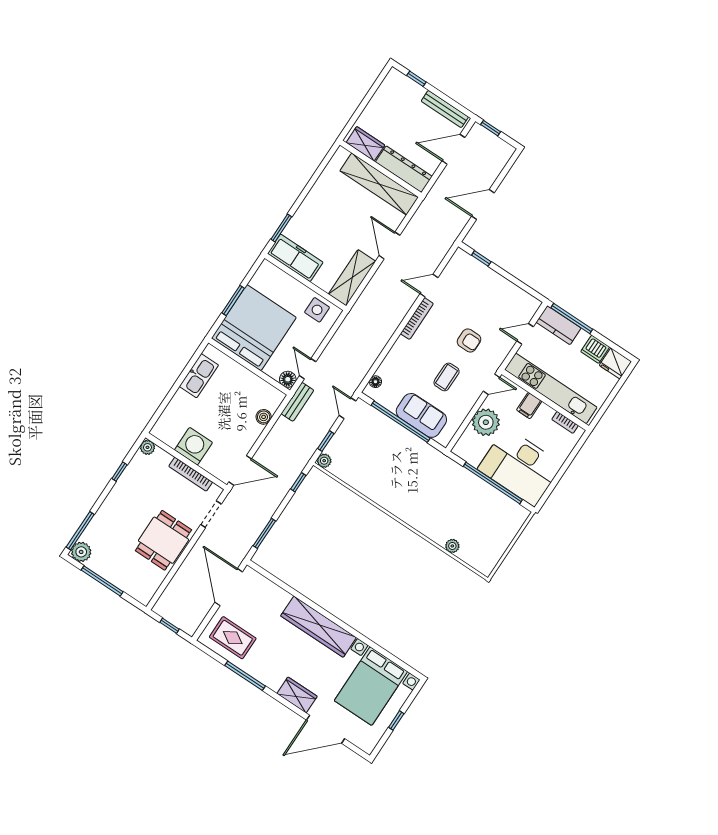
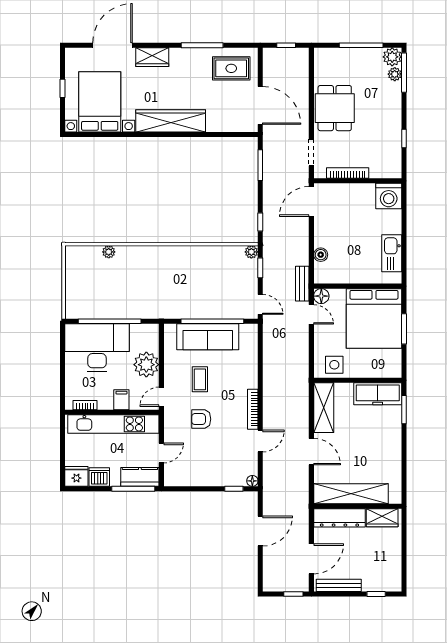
floor lamp: (375, 382) -> (252, 481), moved
sofa: (421, 415) -> (208, 337), width x1.36
washing machine: (193, 446) -> (389, 196), moved
plant: (147, 447) -> (395, 74), moved

